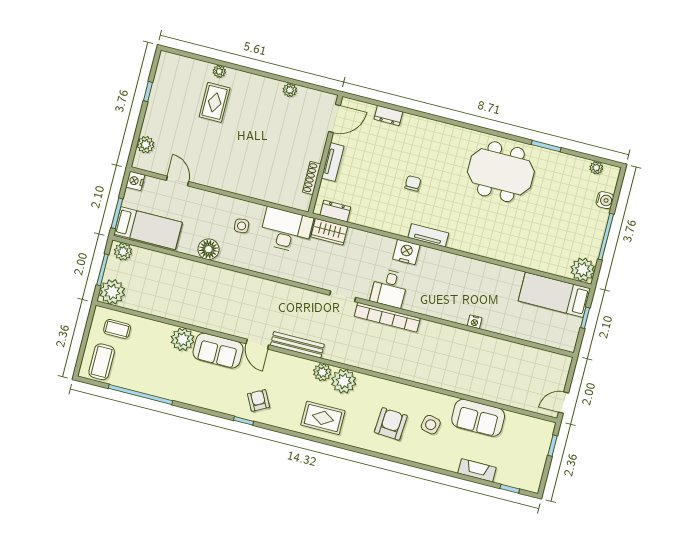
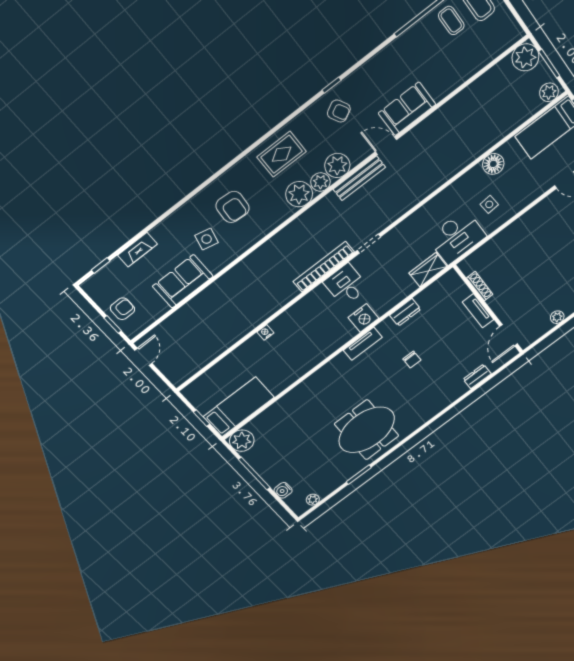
dresser: (335, 211) -> (405, 312), moved
coffee table: (117, 329) -> (451, 20), moved, turned 90
plant: (183, 339) -> (337, 165), moved
armchair: (534, 447) -> (122, 309), added

